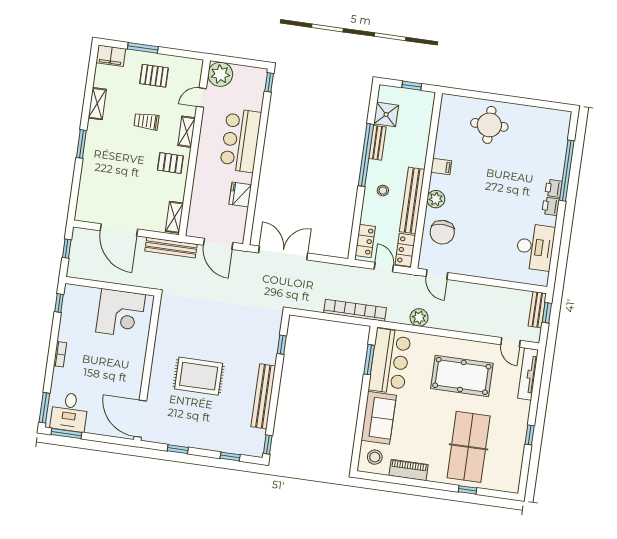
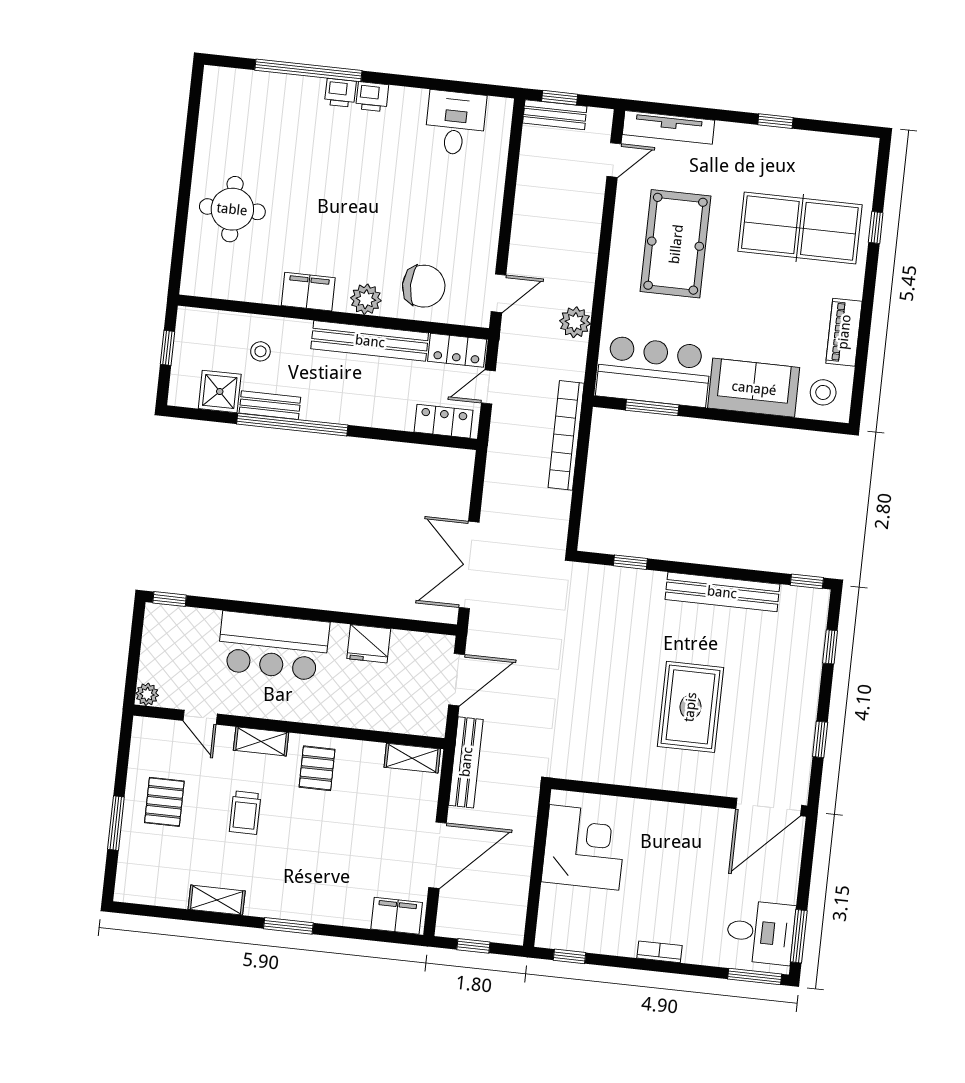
filing cabinet: (111, 56) -> (397, 916), moved, turned -90
plant: (220, 74) -> (147, 694), width x0.53, depth x0.53
filing cabinet: (441, 167) -> (308, 292), width x2.00
stool: (383, 191) -> (260, 351), moved
desk: (535, 247) -> (455, 123), width x0.73

